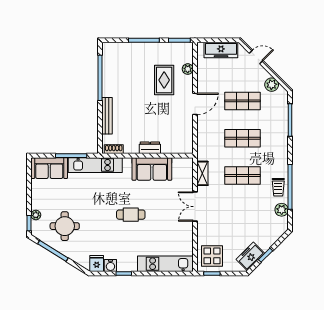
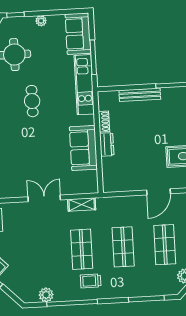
door: (195, 104) -> (158, 192), hinge flipped
shoe rack: (114, 149) -> (104, 121), moved
trolley: (278, 187) -> (91, 281), moved
plant: (36, 215) -> (41, 21), moved
cafe table: (131, 215) -> (32, 101), moved

